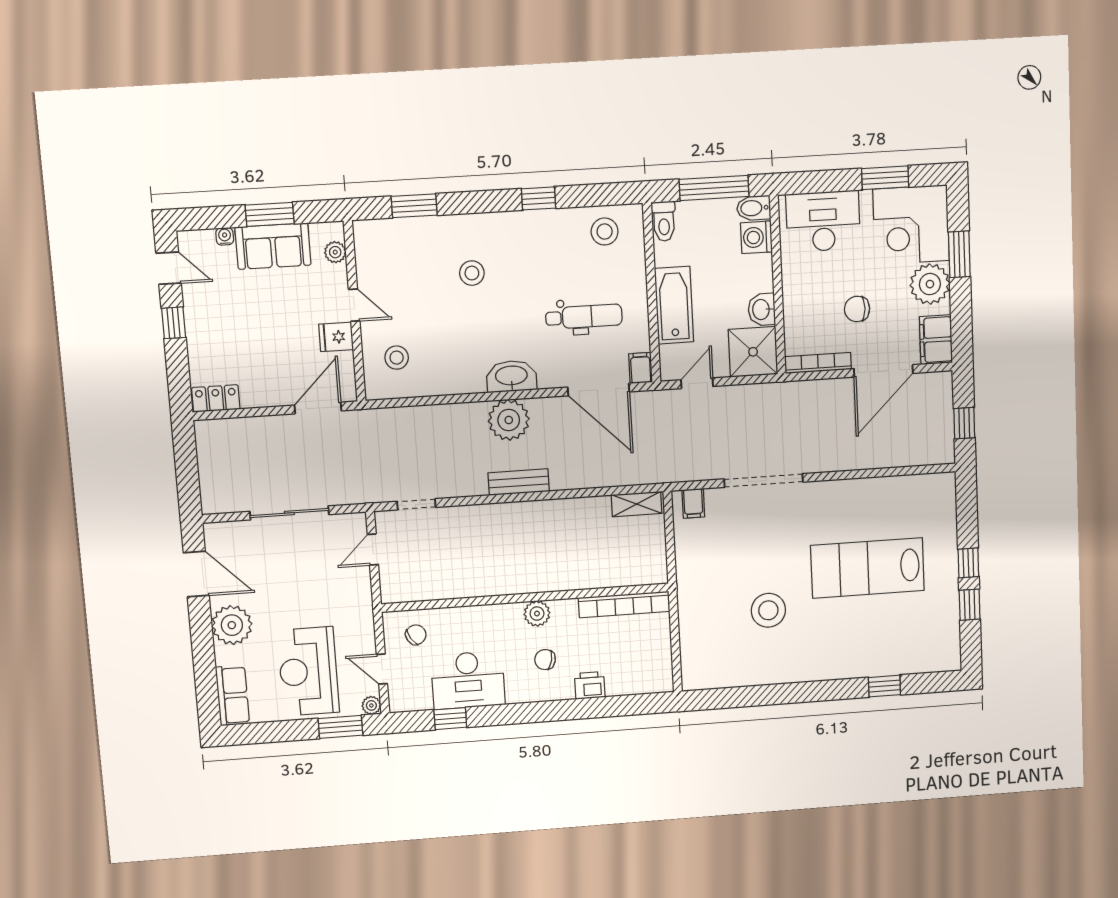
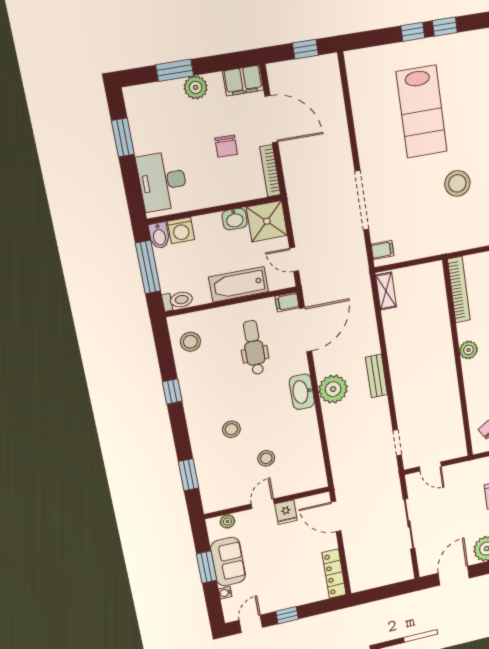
corner desk: (911, 225) -> (156, 112), removed
plant: (930, 284) -> (196, 87), width x0.73, depth x0.73
stool: (397, 358) -> (266, 458), moved
locker: (216, 398) -> (334, 574), width x1.53

